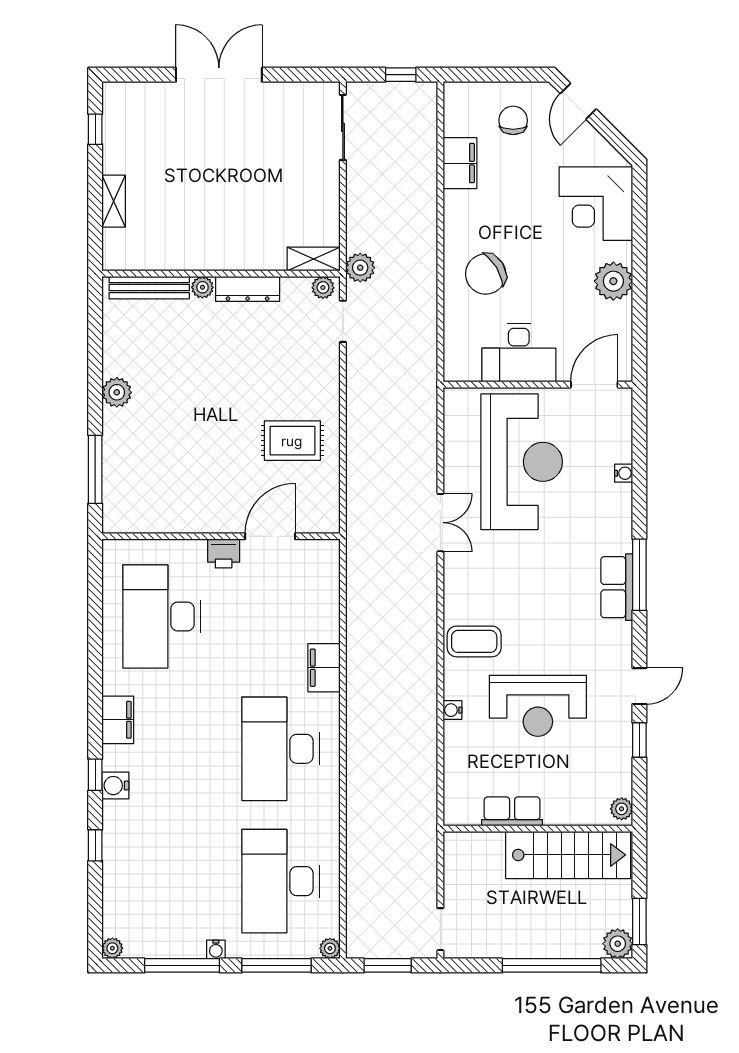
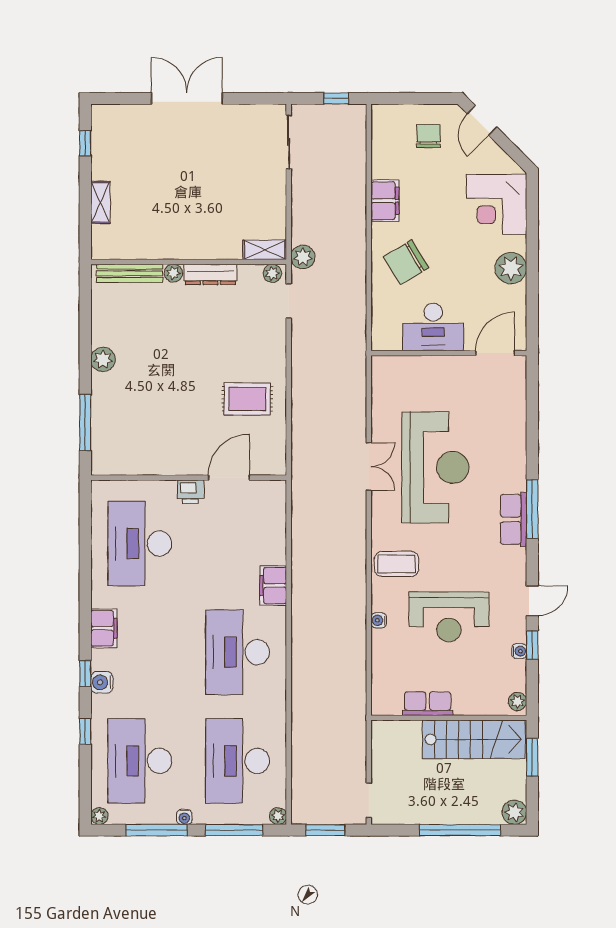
filing cabinet: (460, 163) -> (385, 201), moved
reception desk: (522, 462) -> (435, 467), moved
water cooler: (624, 473) -> (519, 651), moved
desk: (162, 881) -> (140, 761), added
window: (639, 921) -> (532, 757), moved

